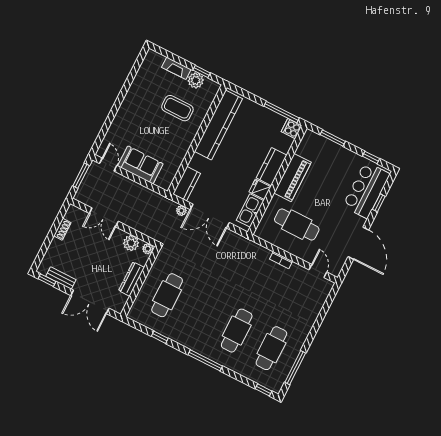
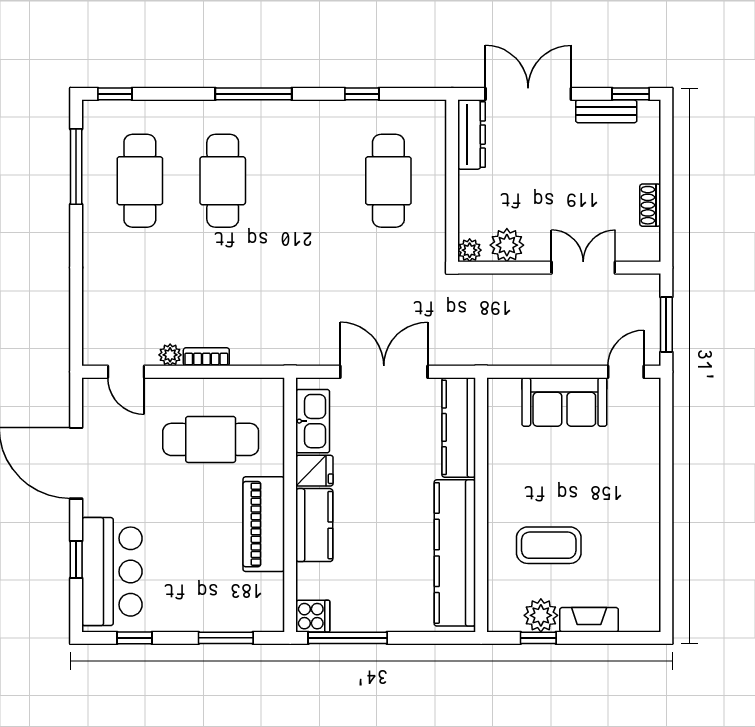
door: (108, 165) -> (626, 372), swing flipped
kitchen counter: (187, 184) -> (459, 427), width x1.50
plant: (181, 211) -> (170, 355), moved
dresser: (131, 279) -> (472, 135), moved

